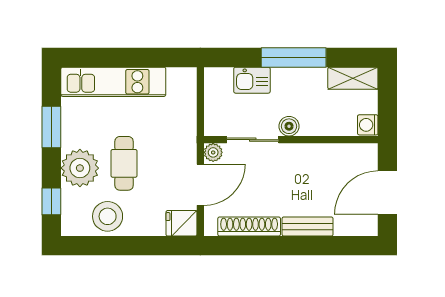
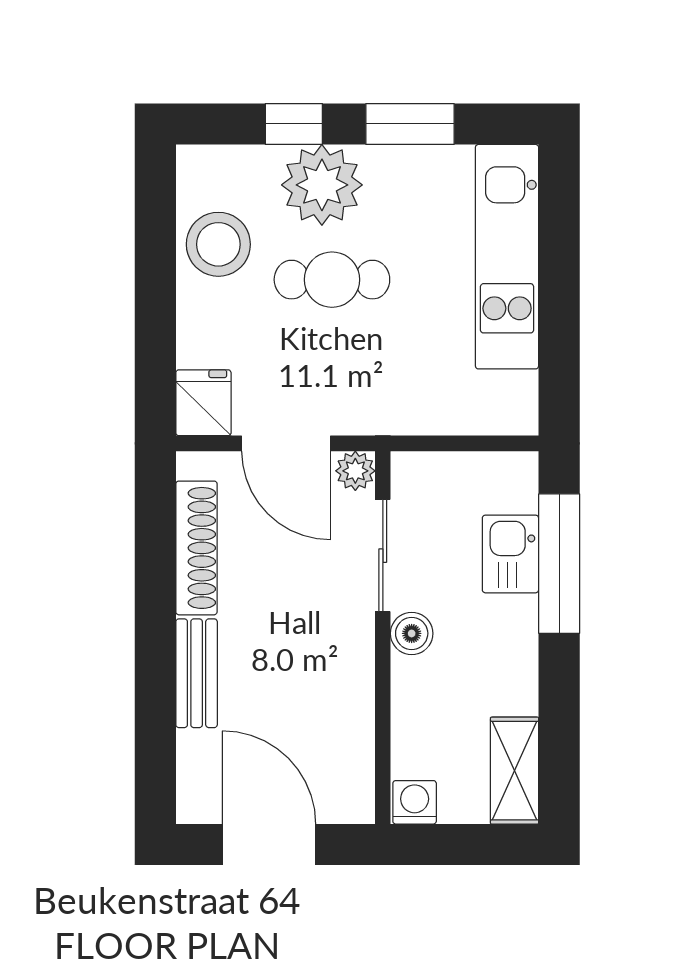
window: (294, 57) -> (559, 564), moved
window: (51, 201) -> (294, 124), moved

